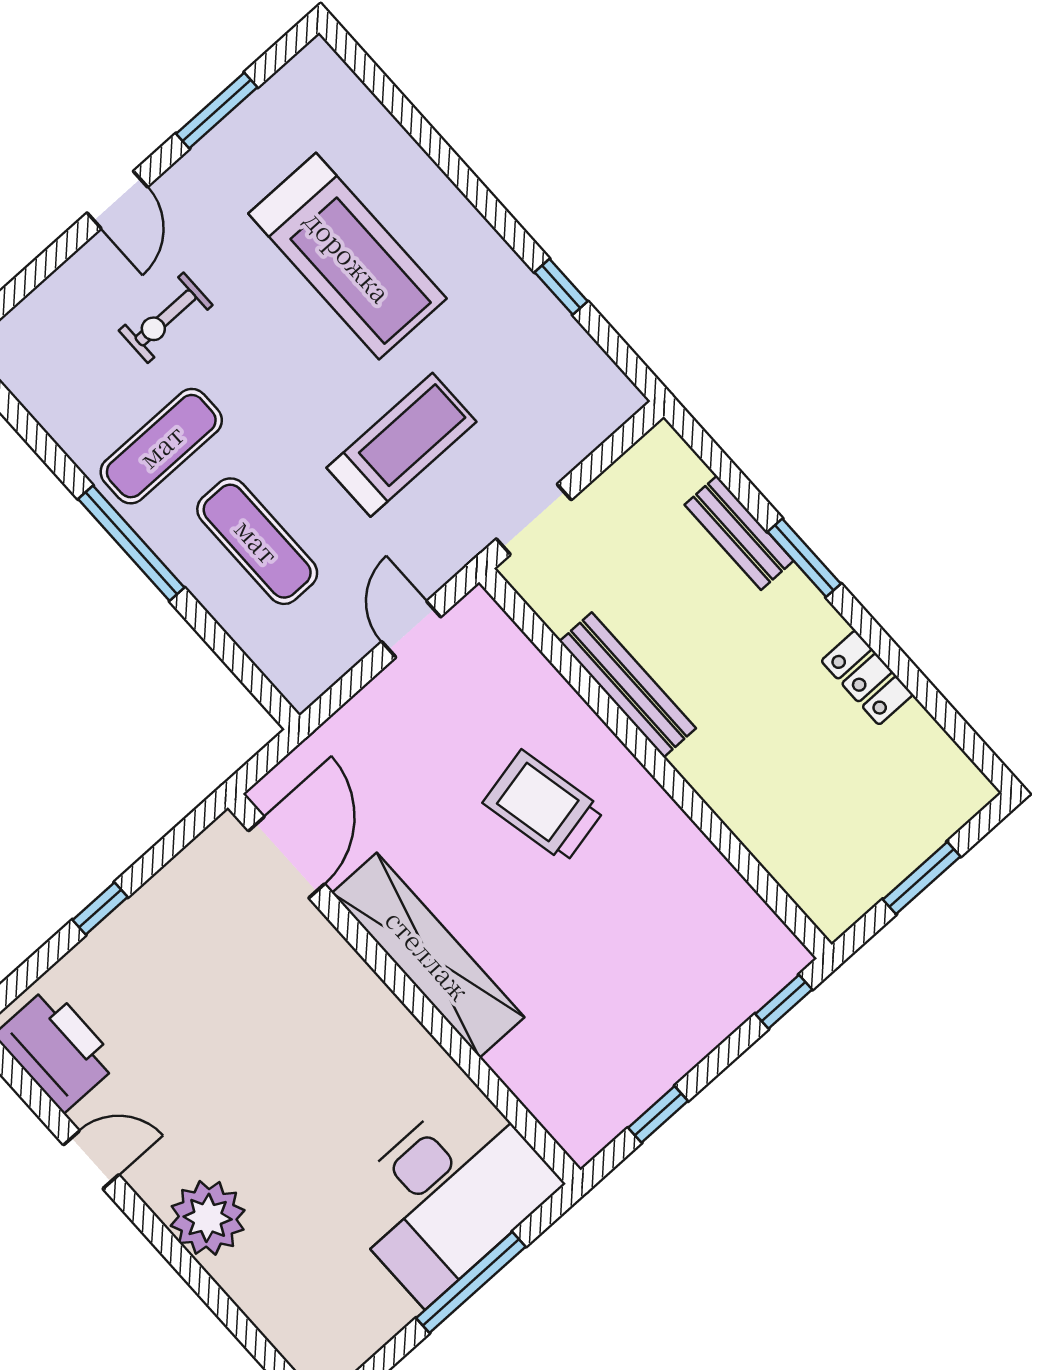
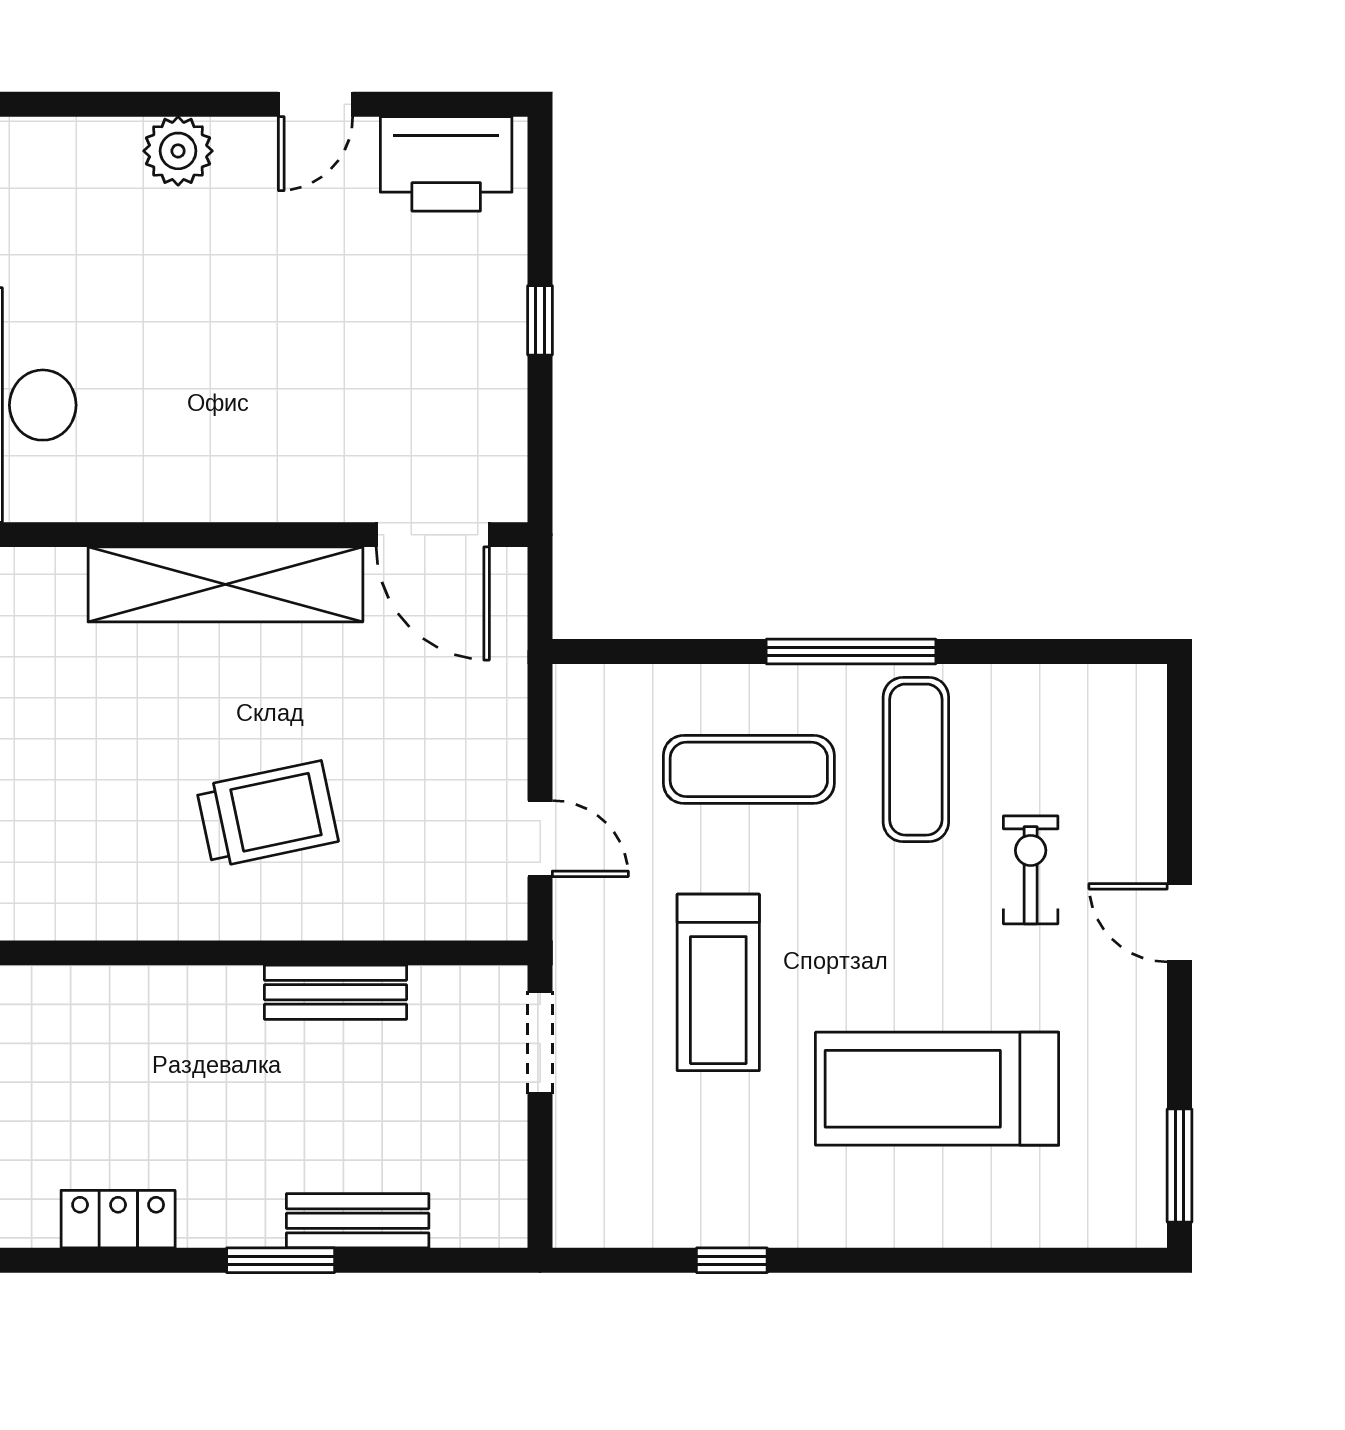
window: (217, 110) -> (1180, 1166), moved
bench: (628, 685) -> (336, 992), width x0.73
plant: (208, 1218) -> (178, 151), width x0.73, depth x0.73

